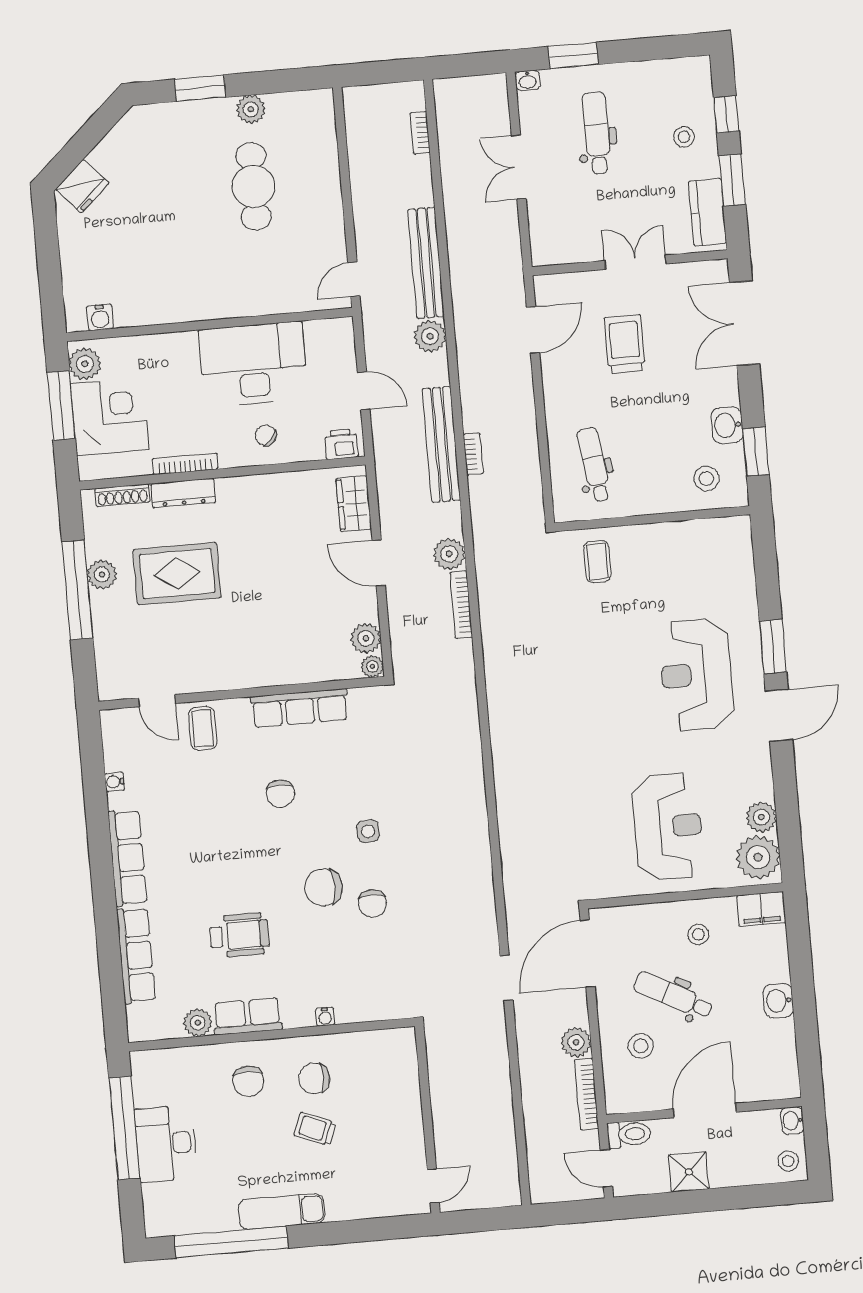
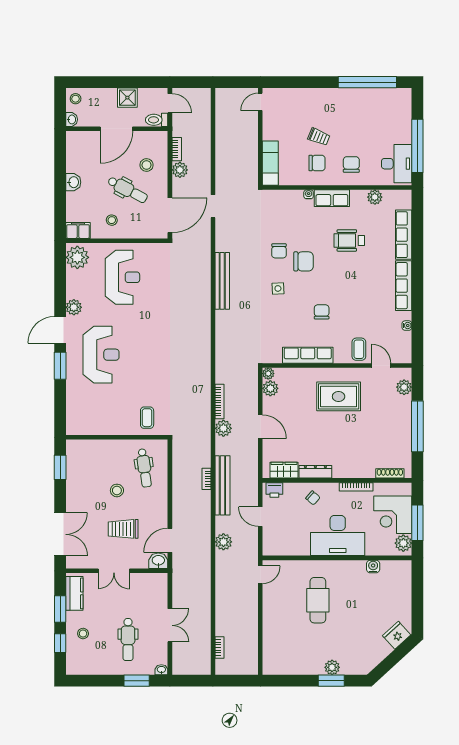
plant: (251, 109) -> (332, 667), moved
cafe table: (254, 186) -> (318, 600), moved
bench: (426, 263) -> (222, 281), moved
water cooler: (100, 317) -> (373, 567), moved
trolley: (625, 344) -> (123, 529), turned 90
desk: (253, 364) -> (338, 535), moved
washbasin: (727, 425) -> (158, 561), moved, turned -90
stool: (706, 479) -> (117, 490), moved
dresser: (183, 493) -> (315, 472), moved
wardrobe: (354, 504) -> (284, 470), moved, turned -90
rug: (177, 574) -> (339, 396), moved
plant: (102, 575) -> (404, 387), moved
plant: (761, 817) -> (74, 307), moved
reception desk: (668, 827) -> (123, 277), turned 180
chair: (372, 903) -> (279, 251), turned 180
row of seats: (248, 1016) -> (332, 198), moved
bookcase: (587, 1094) -> (177, 149), width x0.64
desk: (166, 1144) -> (397, 164), moved
exam couch: (282, 1211) -> (270, 163), moved, turned -90

